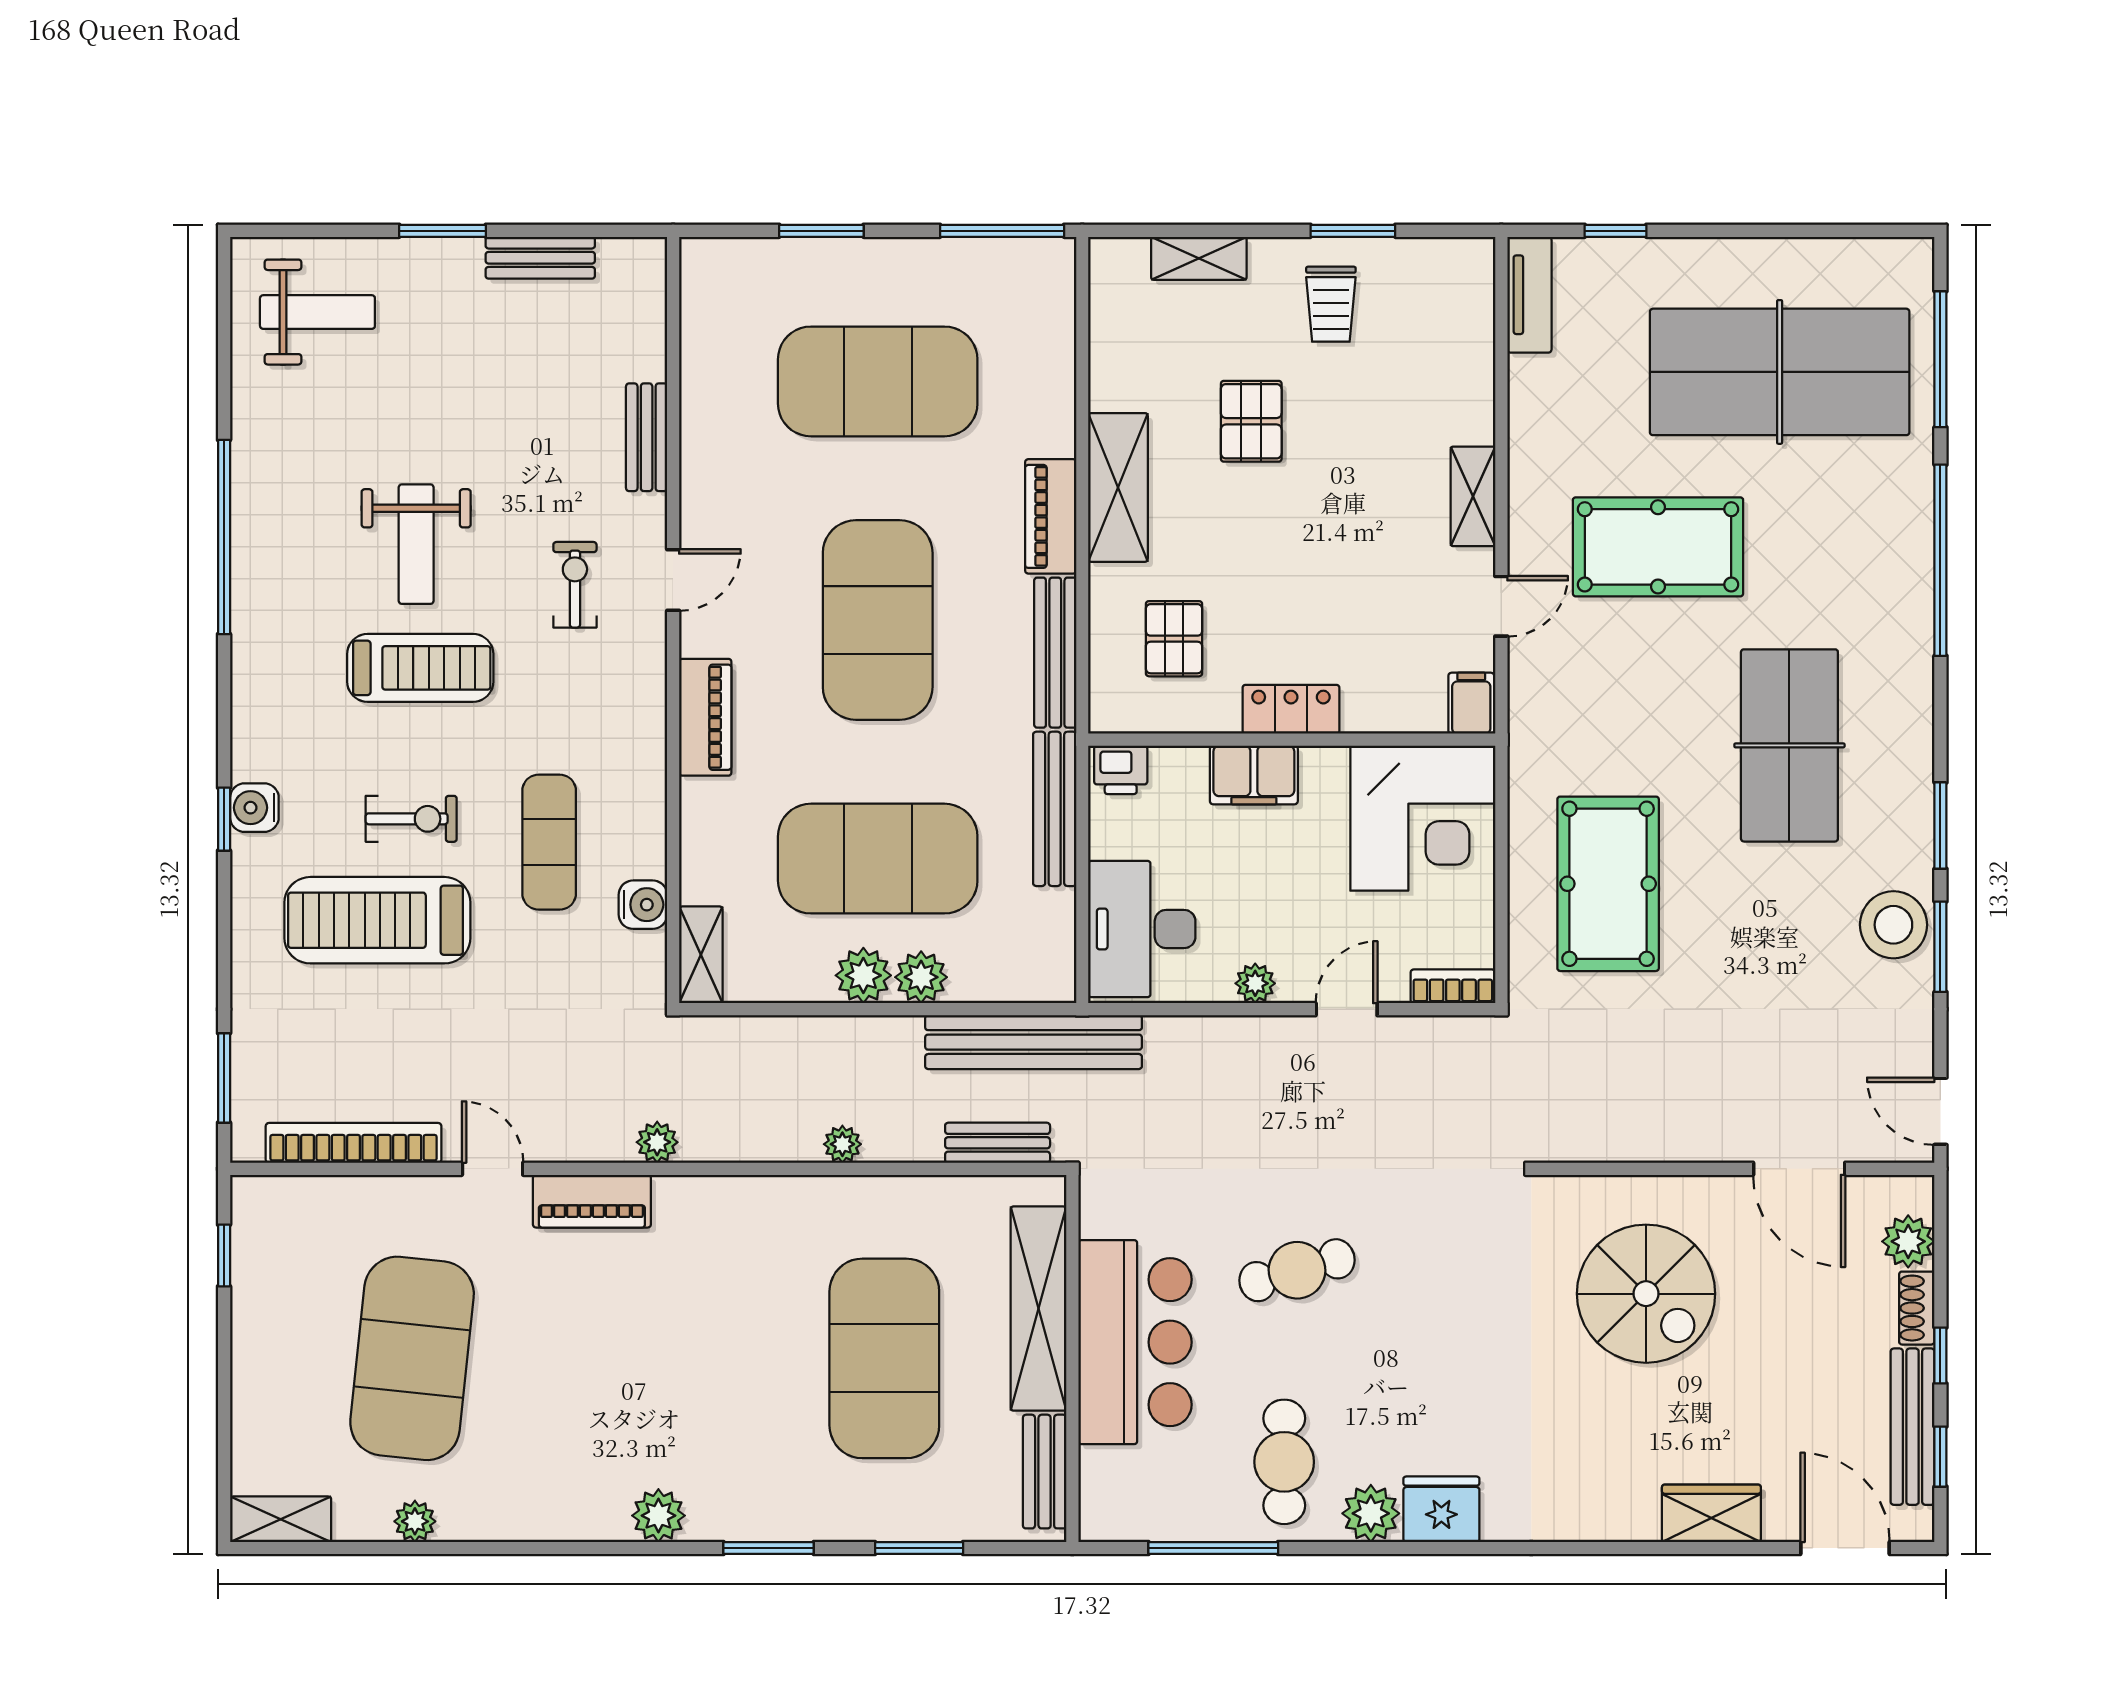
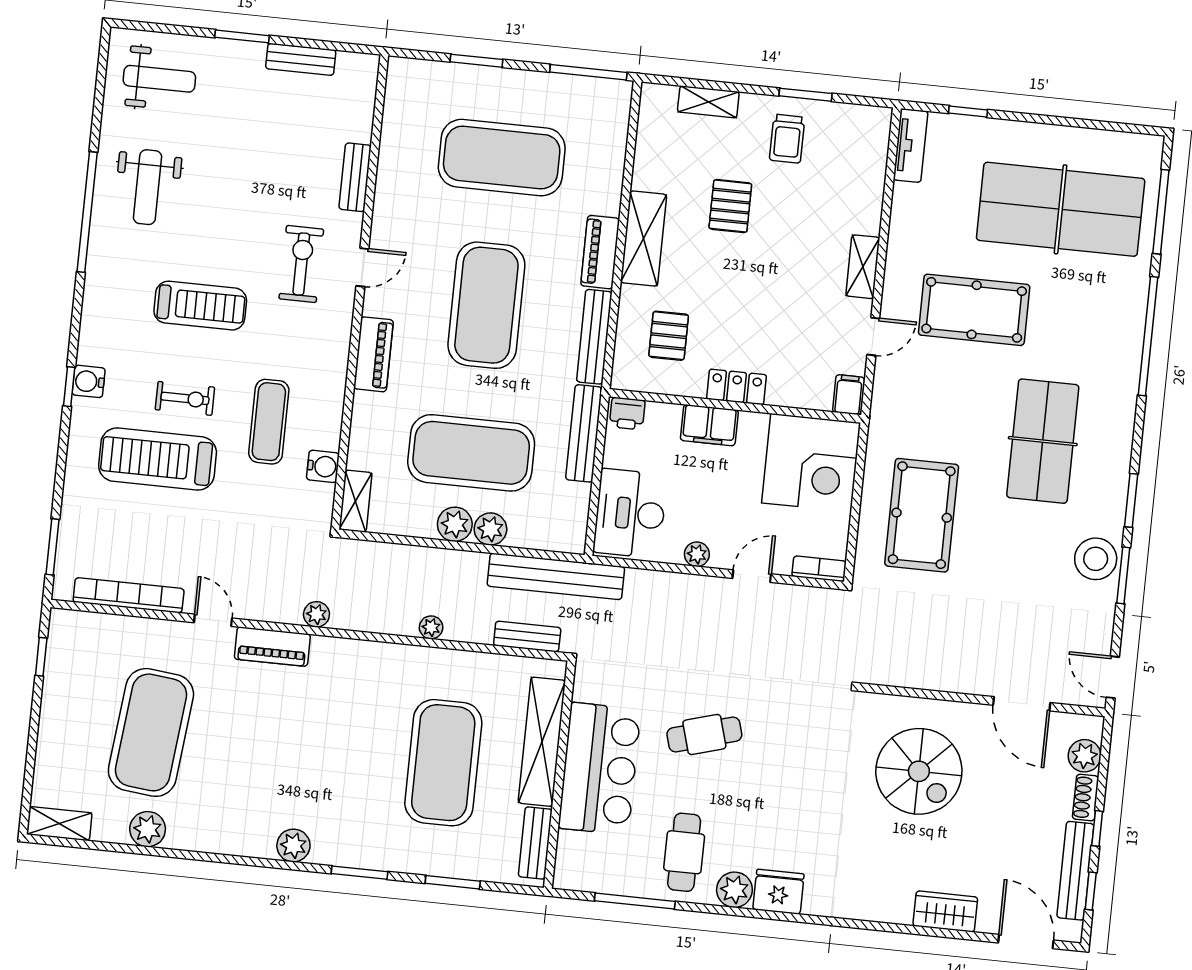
weight bench: (416, 544) -> (148, 187), moved
exercise bike: (575, 585) -> (301, 264), width x1.38, depth x1.39
plant: (415, 1521) -> (148, 829), width x1.38, depth x1.38

